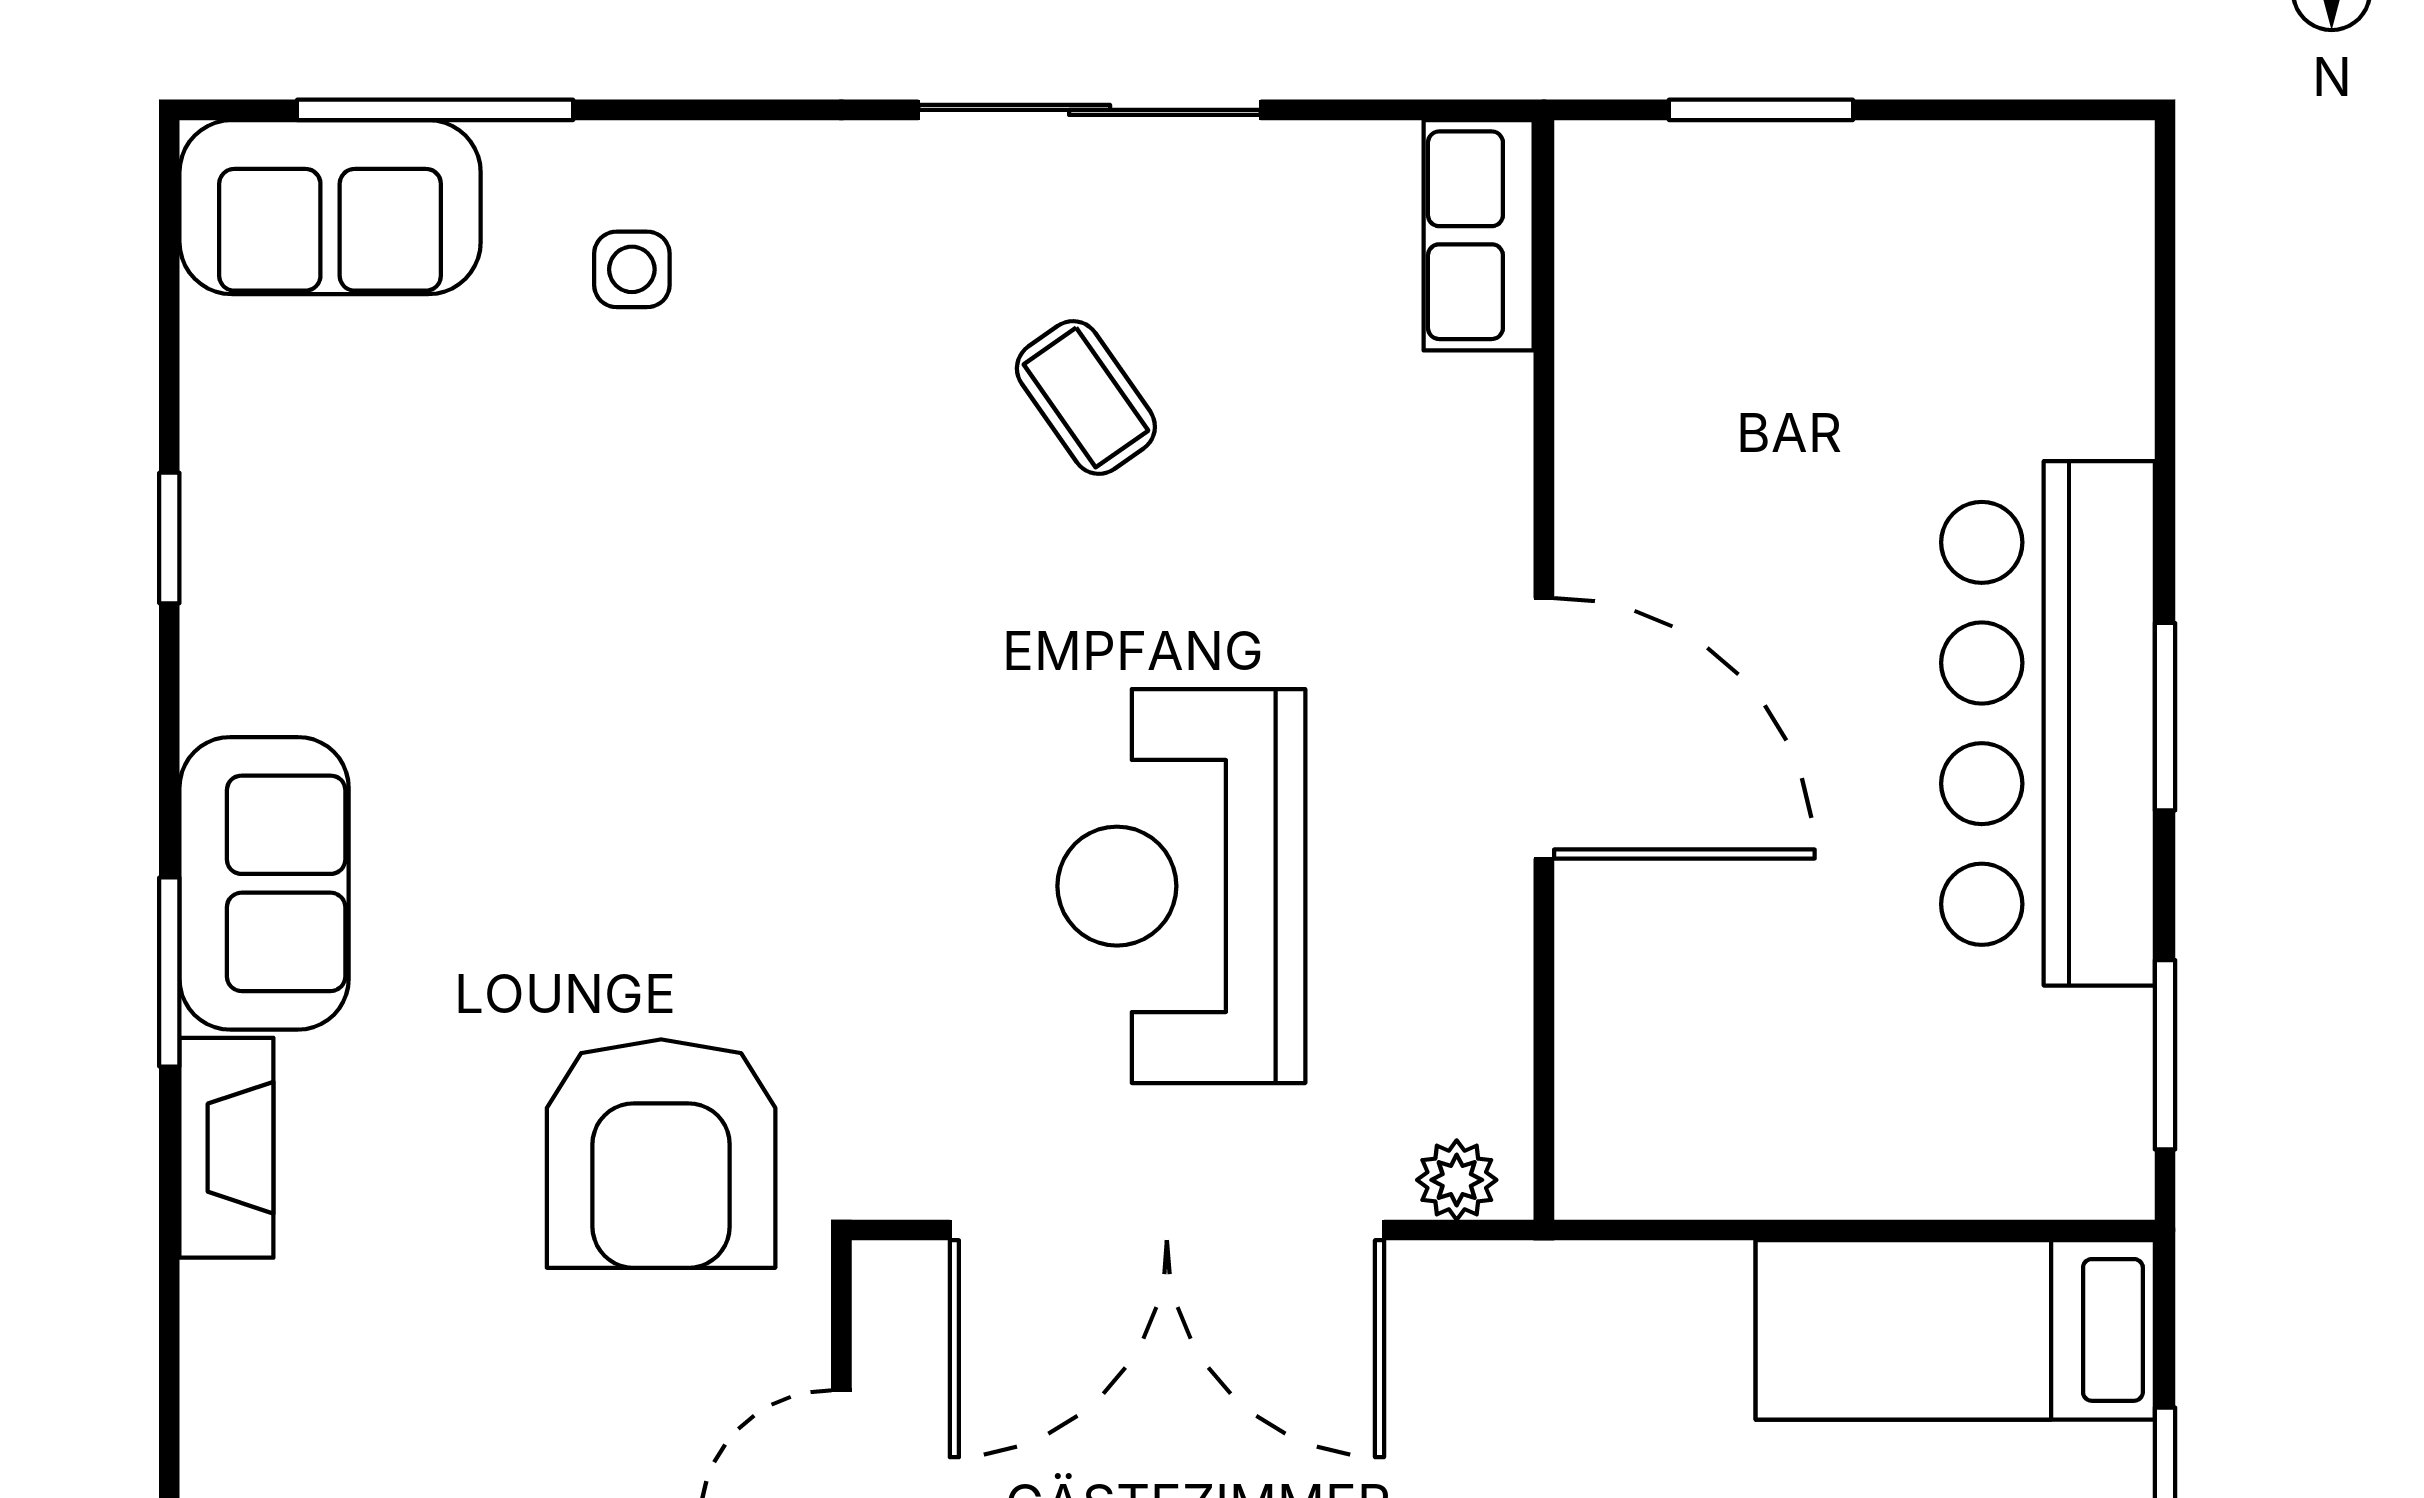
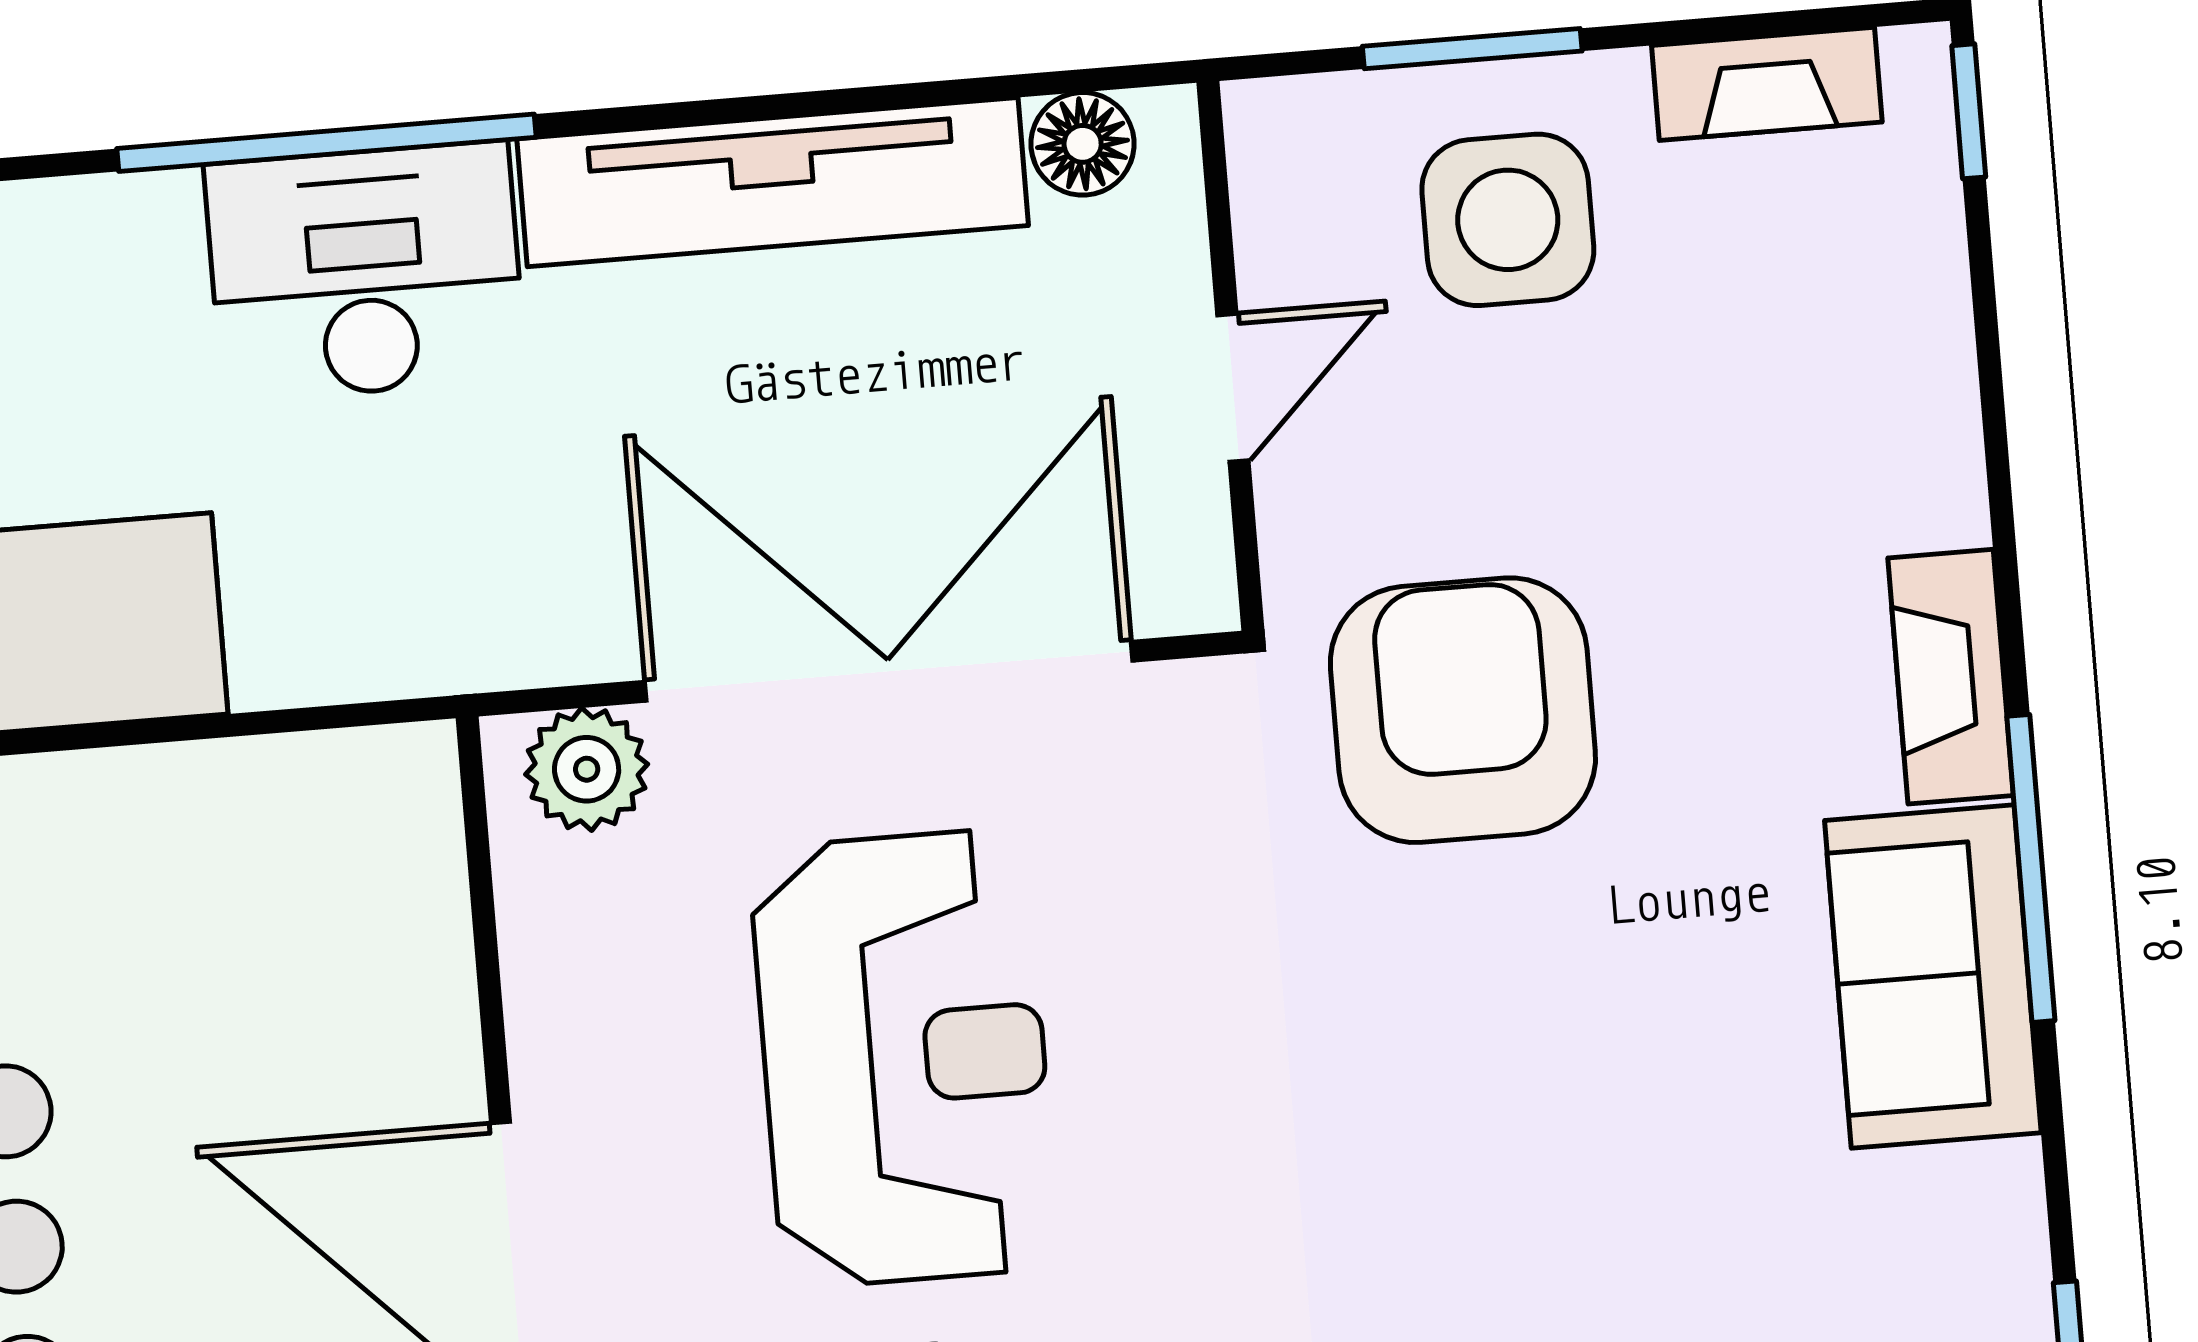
window: (169, 972) -> (2031, 868), width x1.44
plant: (1457, 1180) -> (587, 769), width x1.38, depth x1.38

